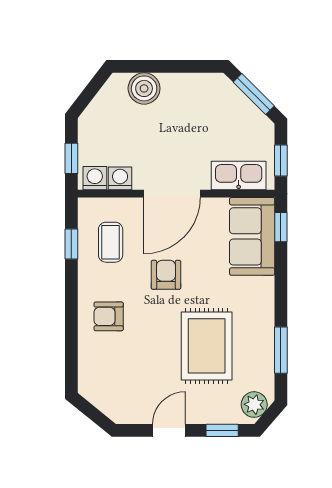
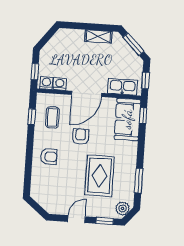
shelving: (187, 84) -> (98, 36), added
boiler: (144, 88) -> (76, 37), removed
armchair: (109, 316) -> (49, 157), turned 180

